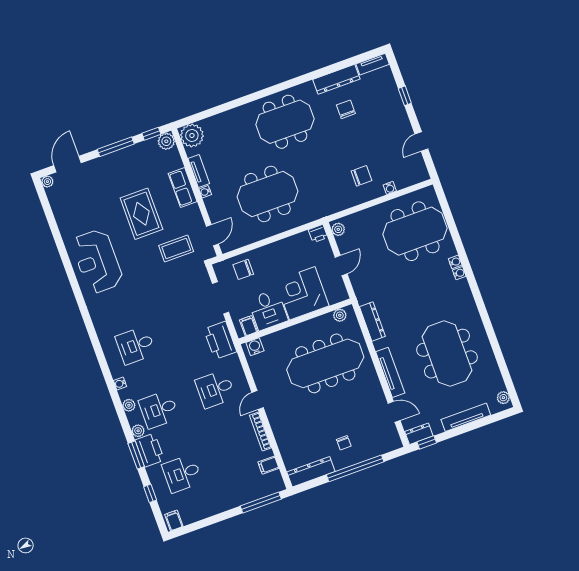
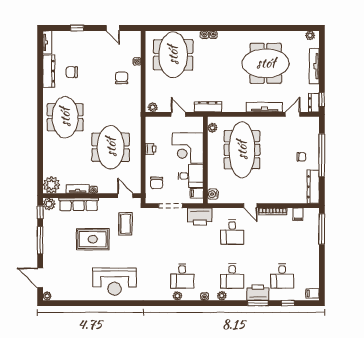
row of seats: (183, 188) -> (79, 204), width x1.48
printer: (318, 234) -> (151, 149), moved
dresser: (372, 322) -> (208, 107), moved
plant: (138, 431) -> (177, 296), moved

